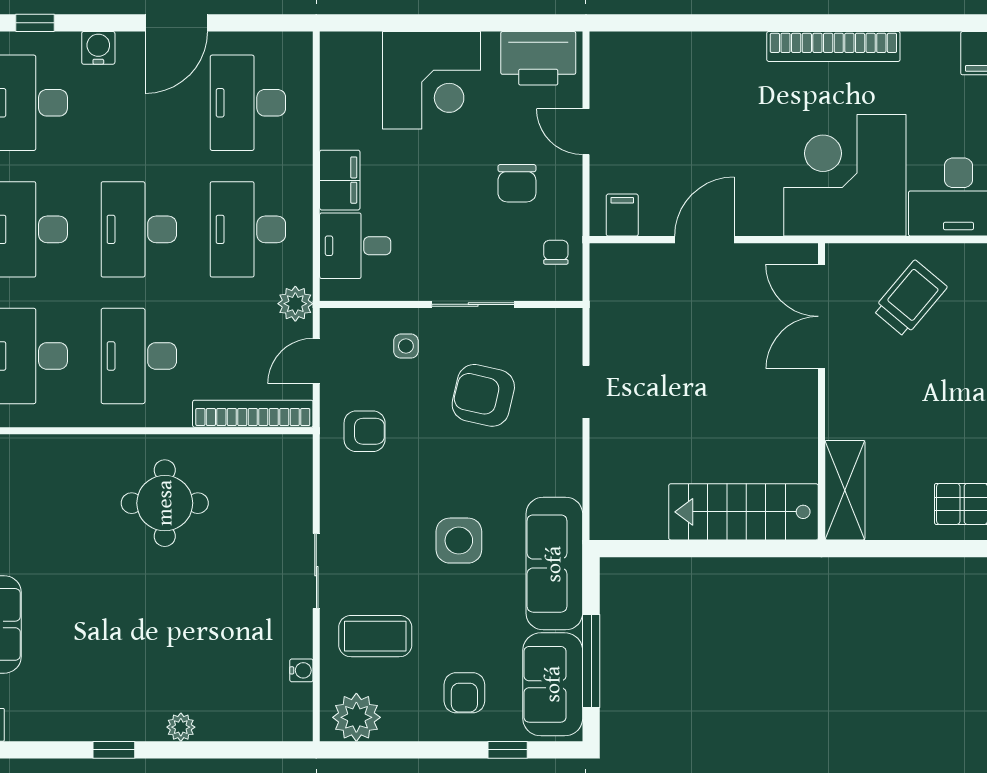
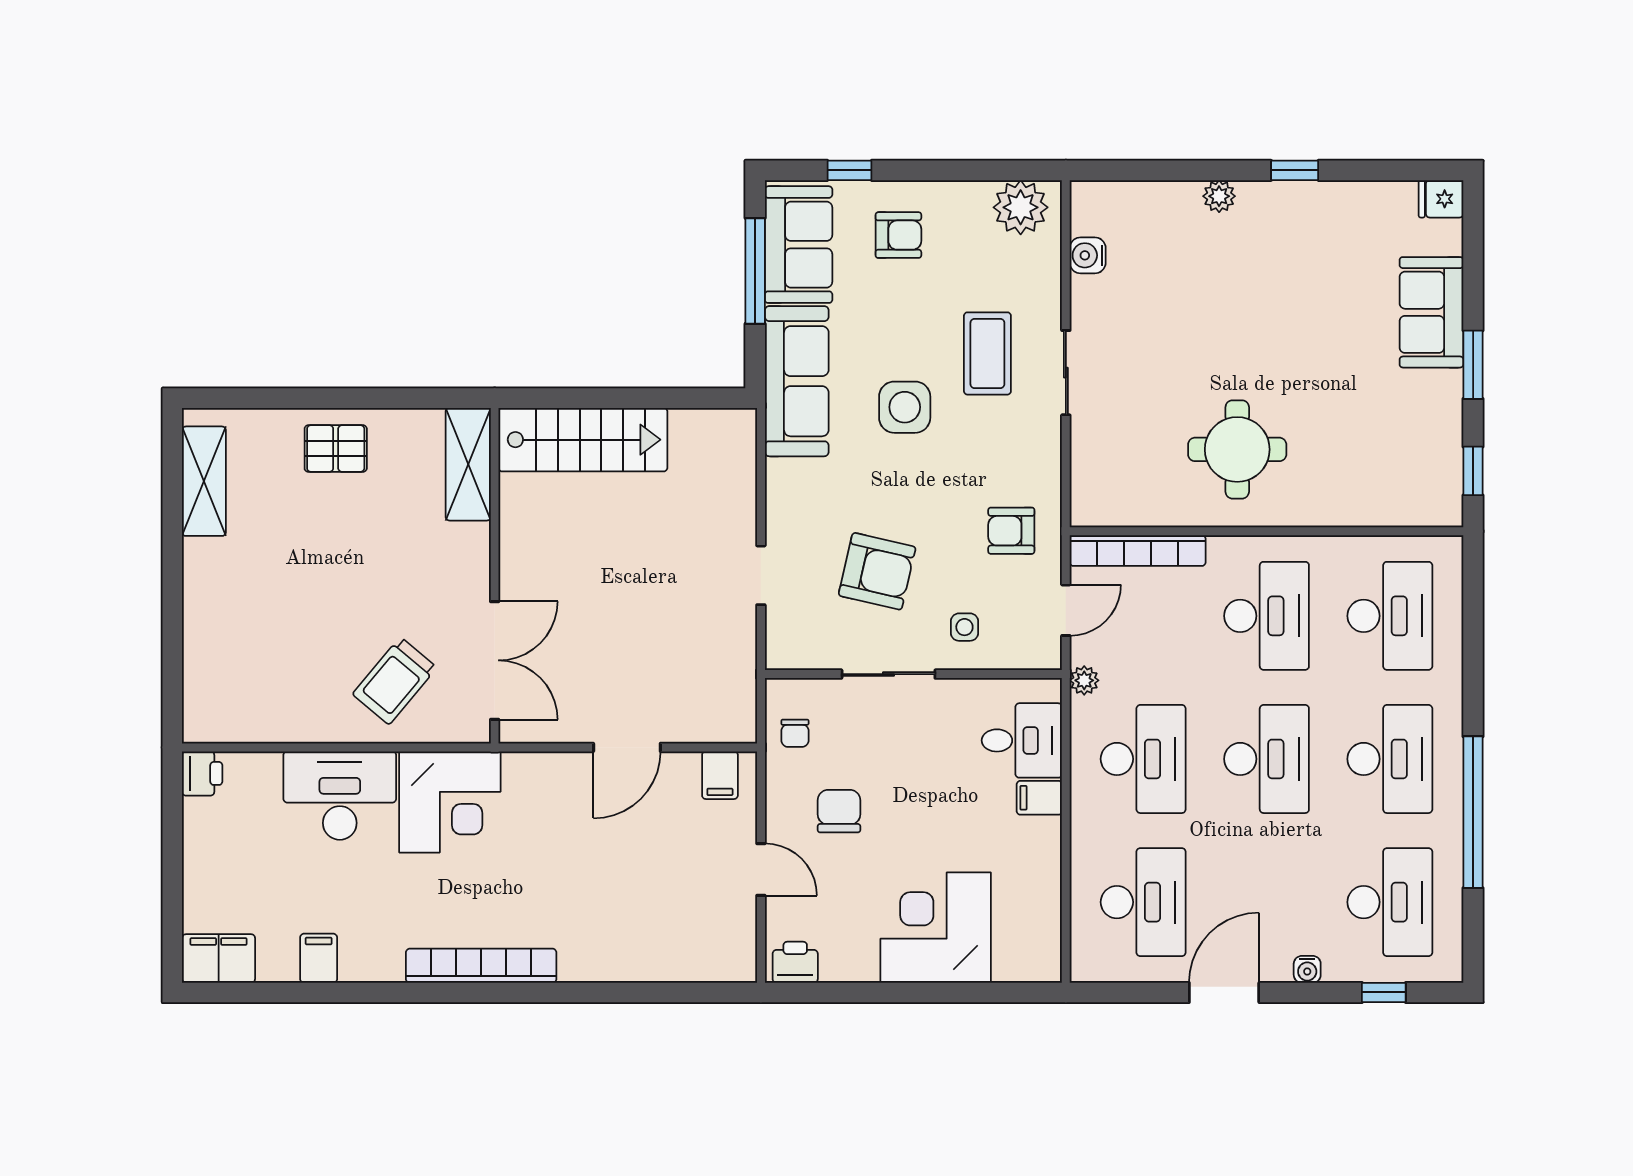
water cooler: (98, 48) -> (1307, 969), width x0.72, depth x0.72
printer: (538, 58) -> (795, 962), width x0.53, depth x0.68
corner desk: (845, 175) -> (450, 802), width x0.74, depth x0.74
filing cabinet: (340, 180) -> (1039, 798), width x0.50
plant: (295, 304) -> (1084, 680), width x0.73, depth x0.73
coffee table: (375, 636) -> (987, 353), moved, turned 90
water cooler: (301, 670) -> (1088, 255), width x1.38, depth x1.38
armchair: (464, 693) -> (898, 235), turned 90

